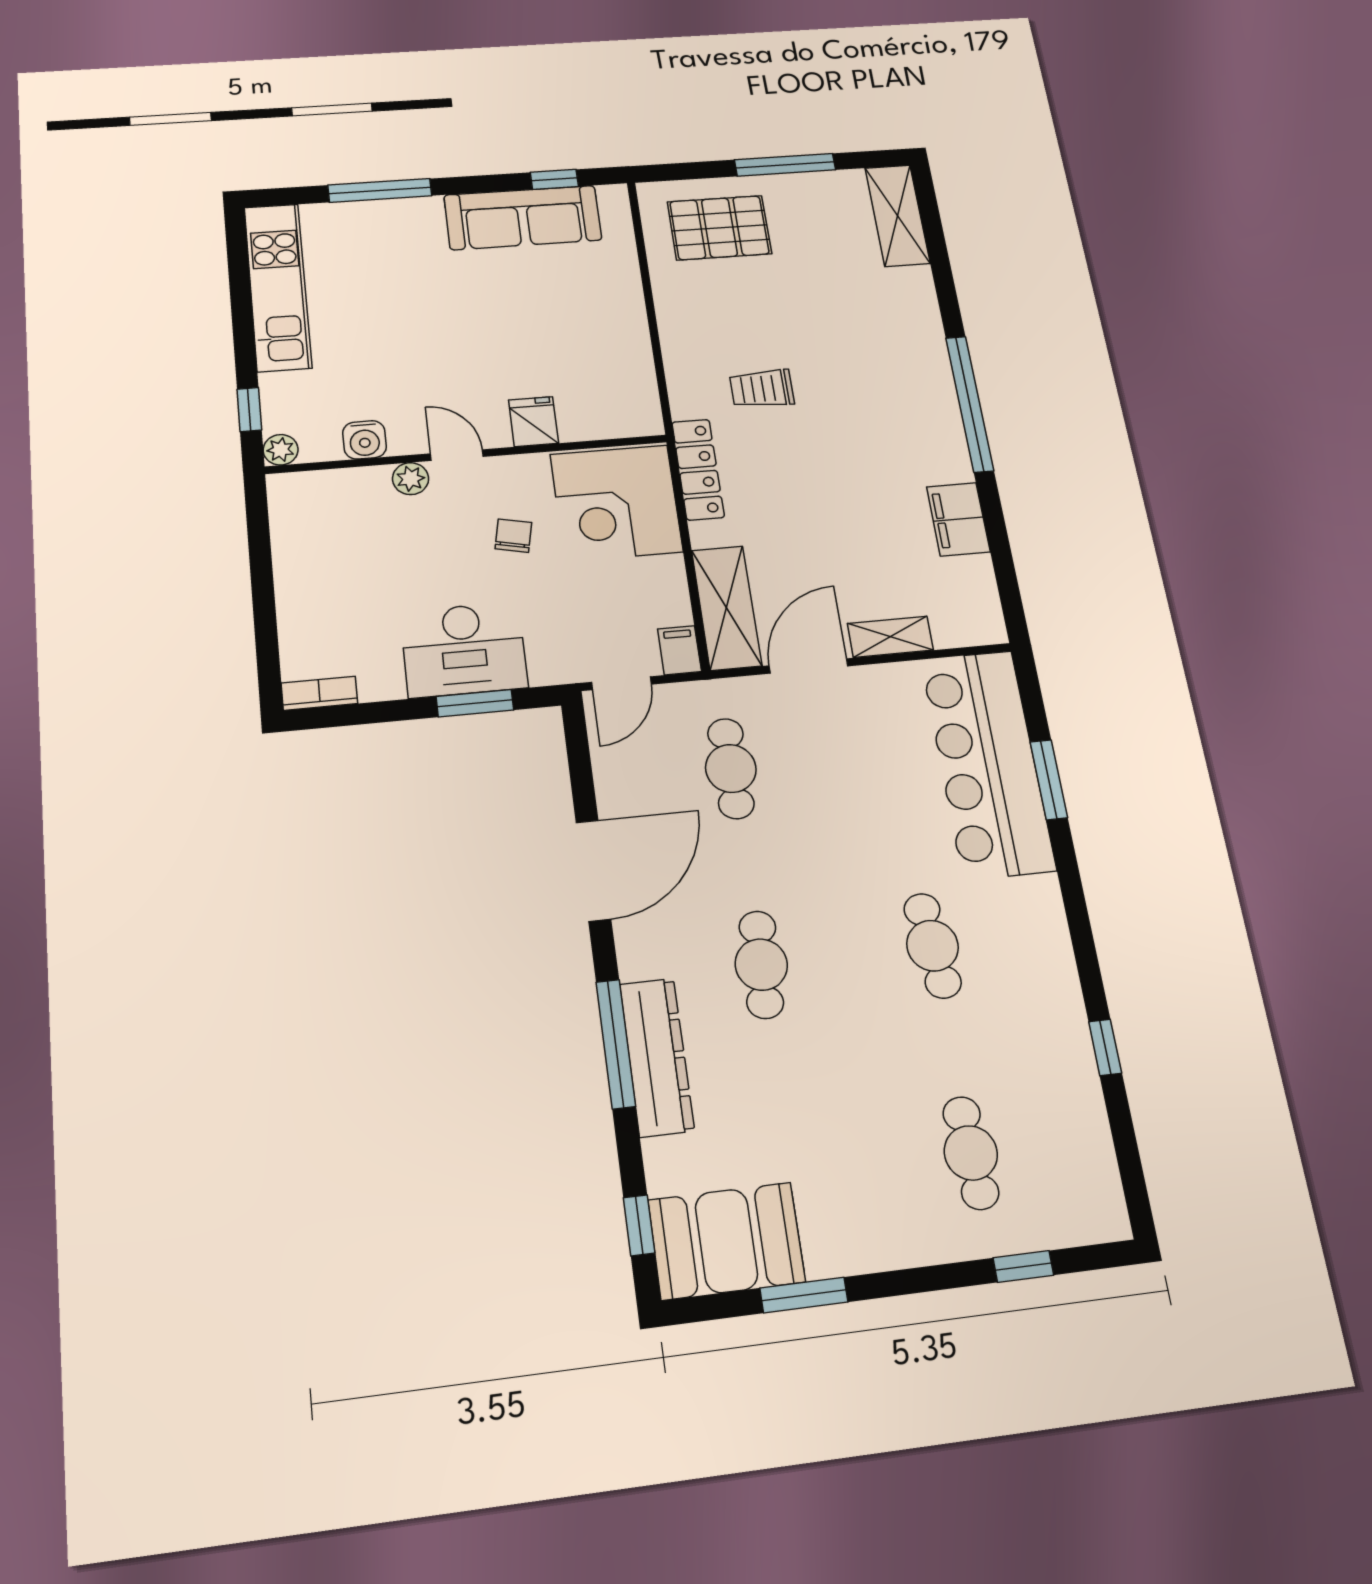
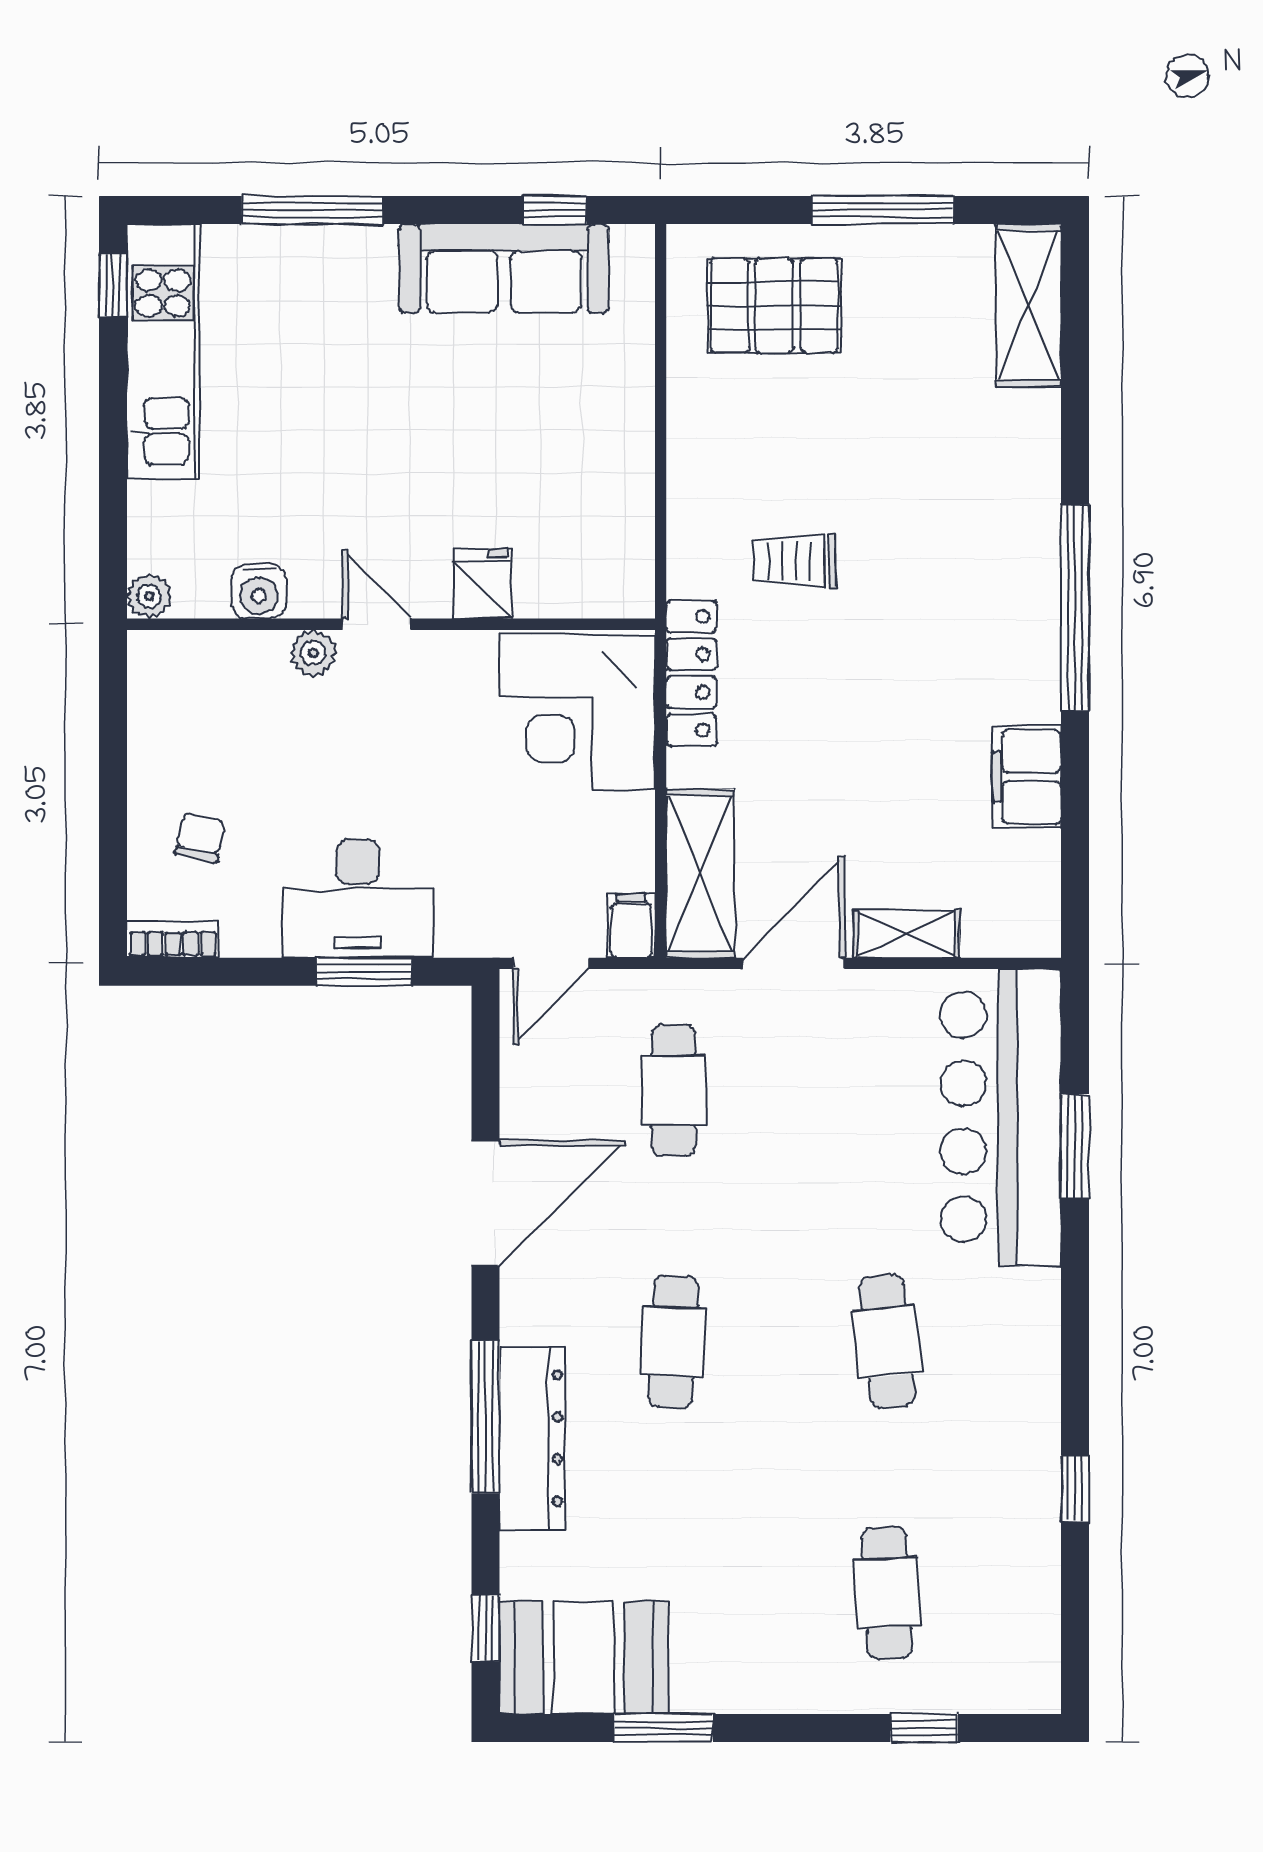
window: (249, 410) -> (113, 285), moved
chair: (513, 536) -> (200, 838), moved

